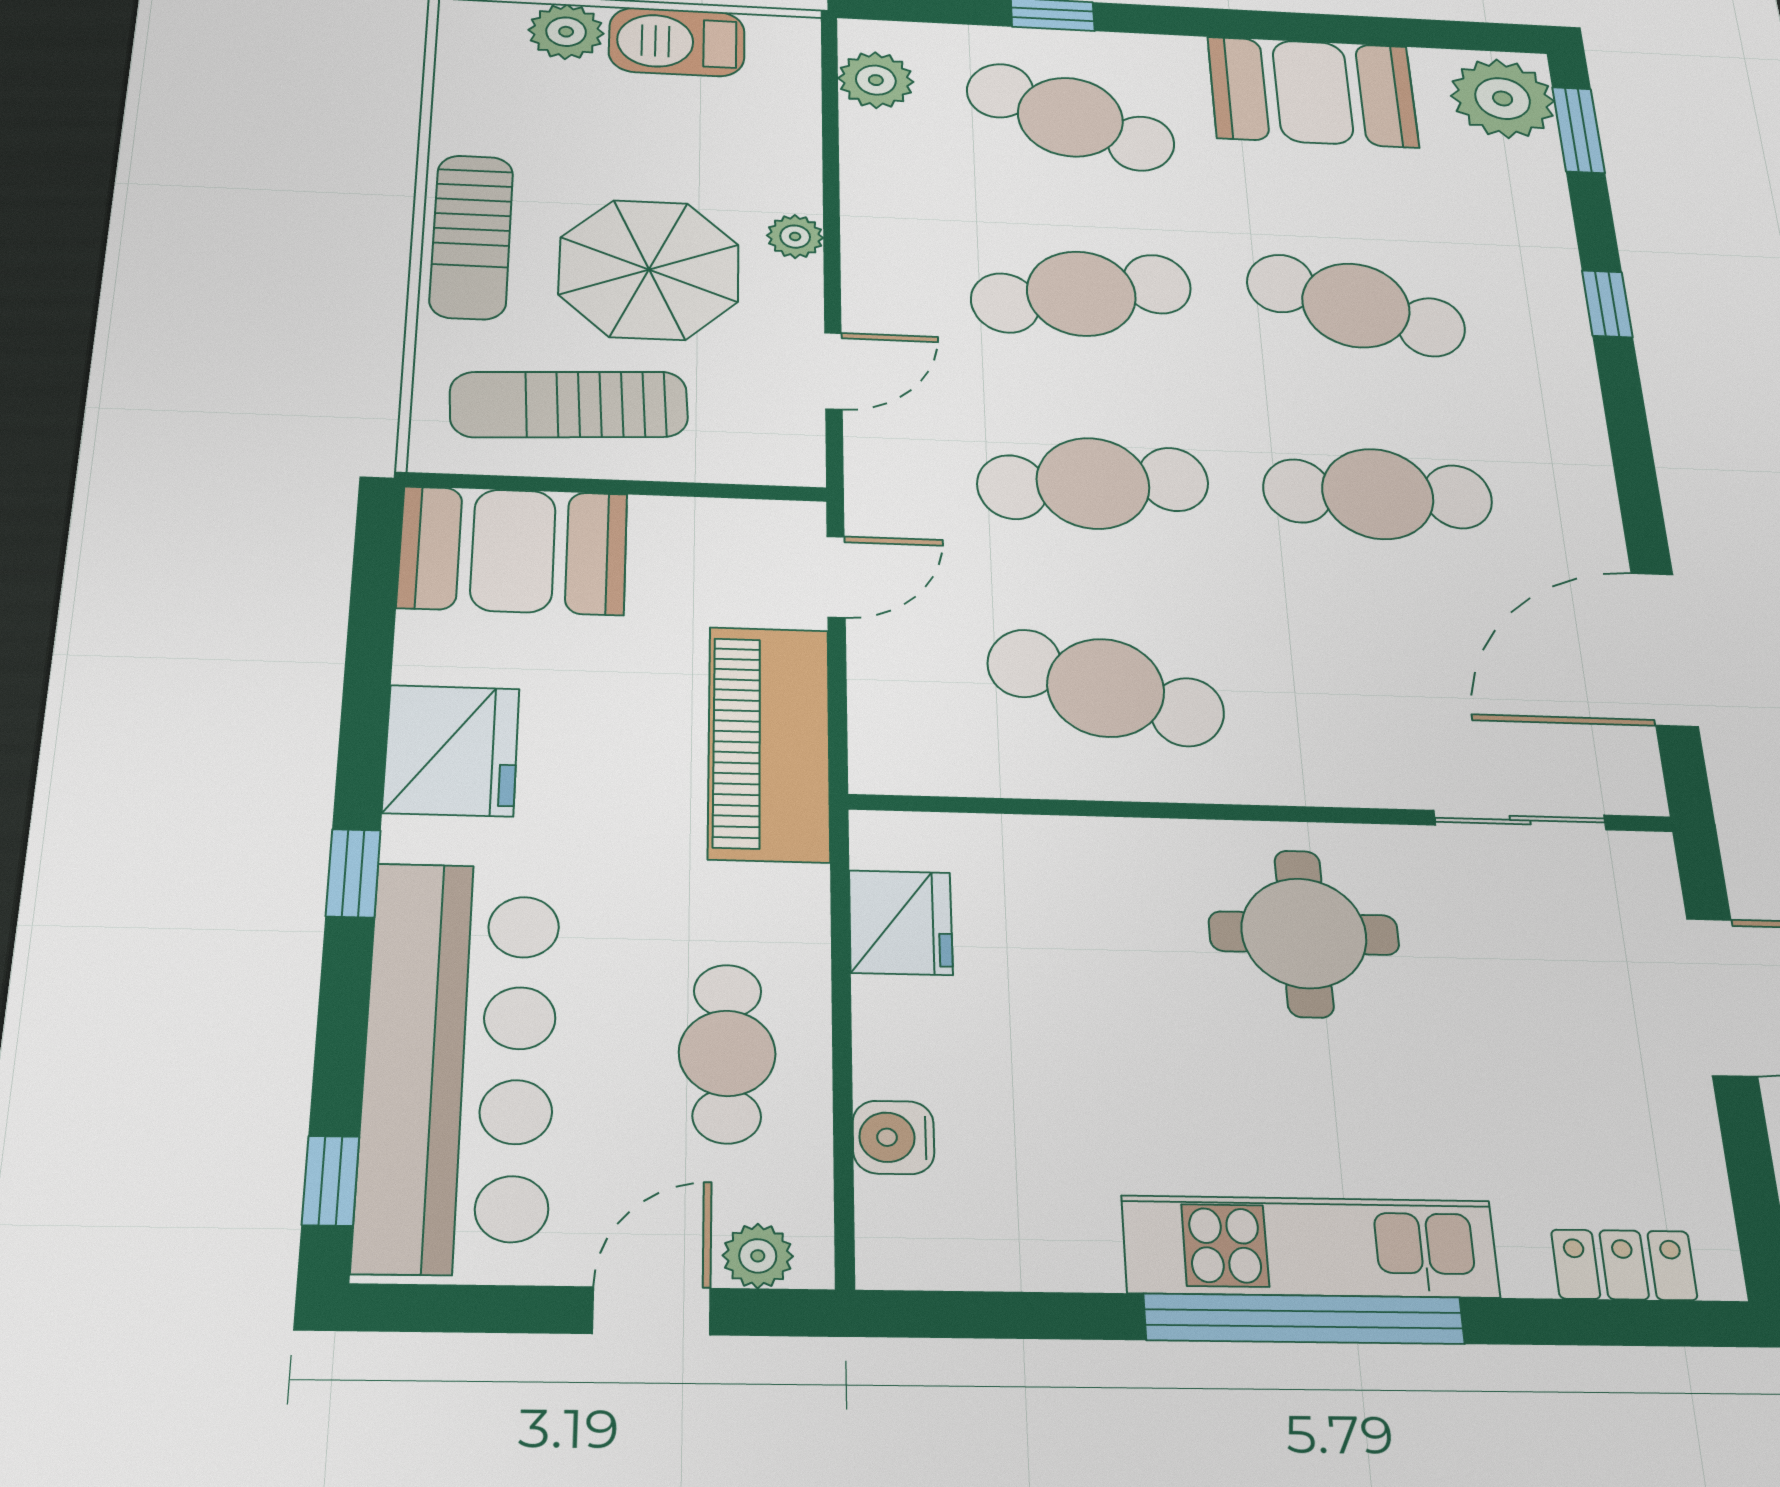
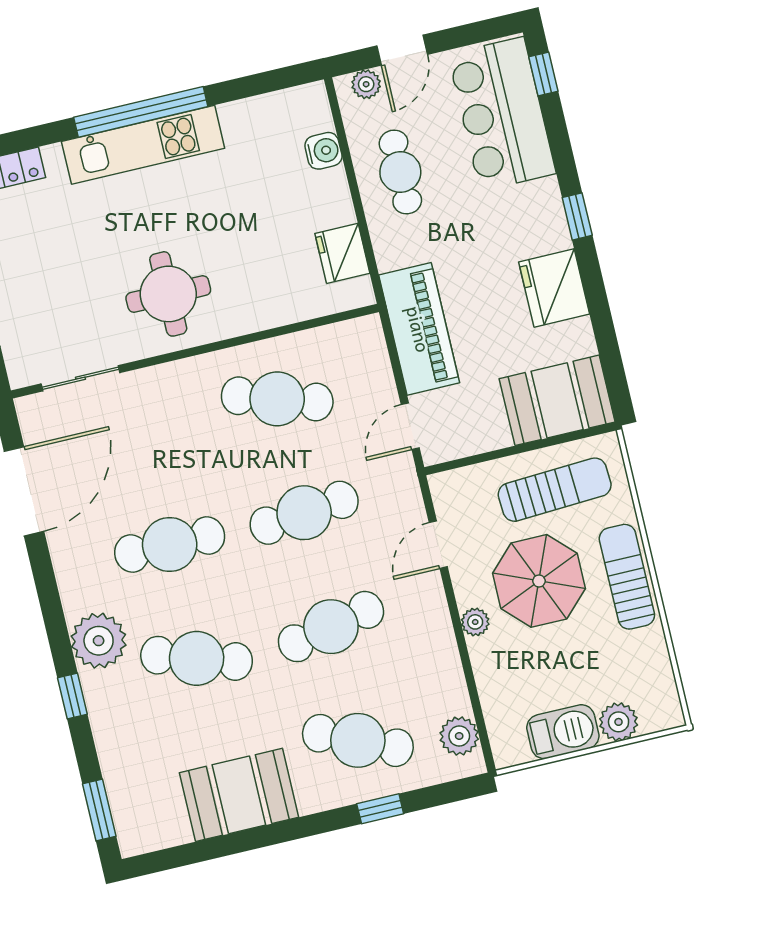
plant: (1503, 98) -> (99, 641), moved
bar counter: (459, 1064) -> (502, 114), width x0.73

